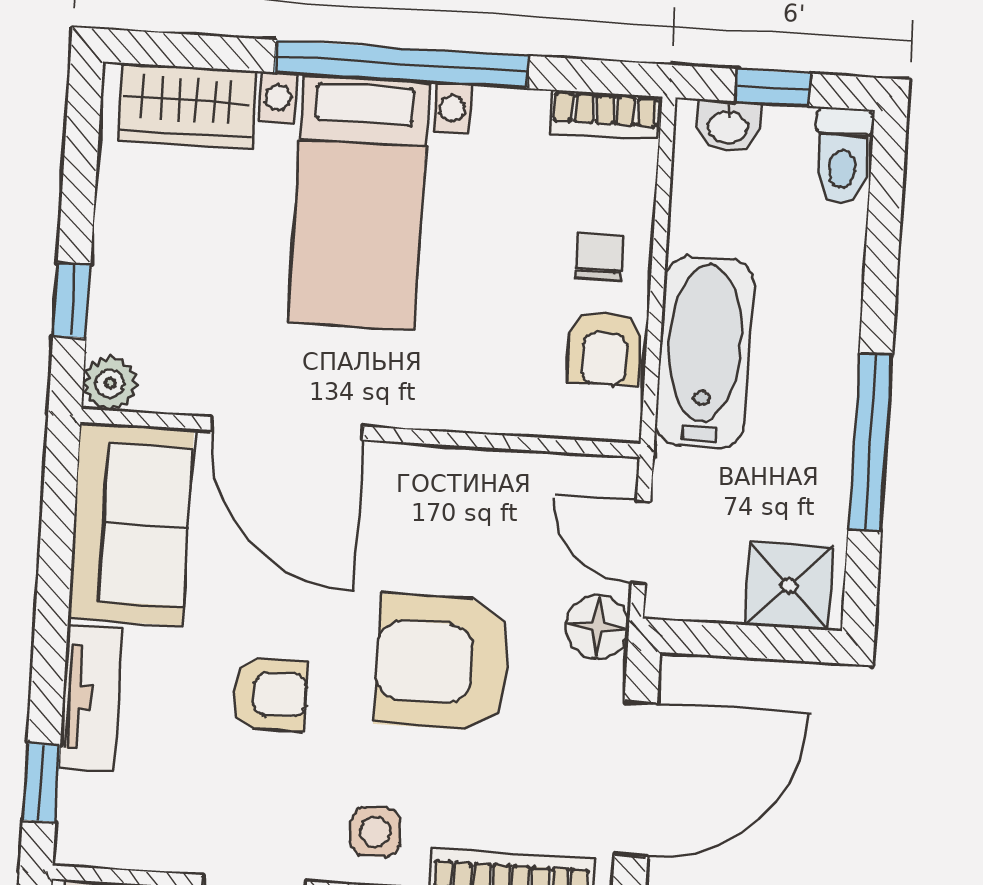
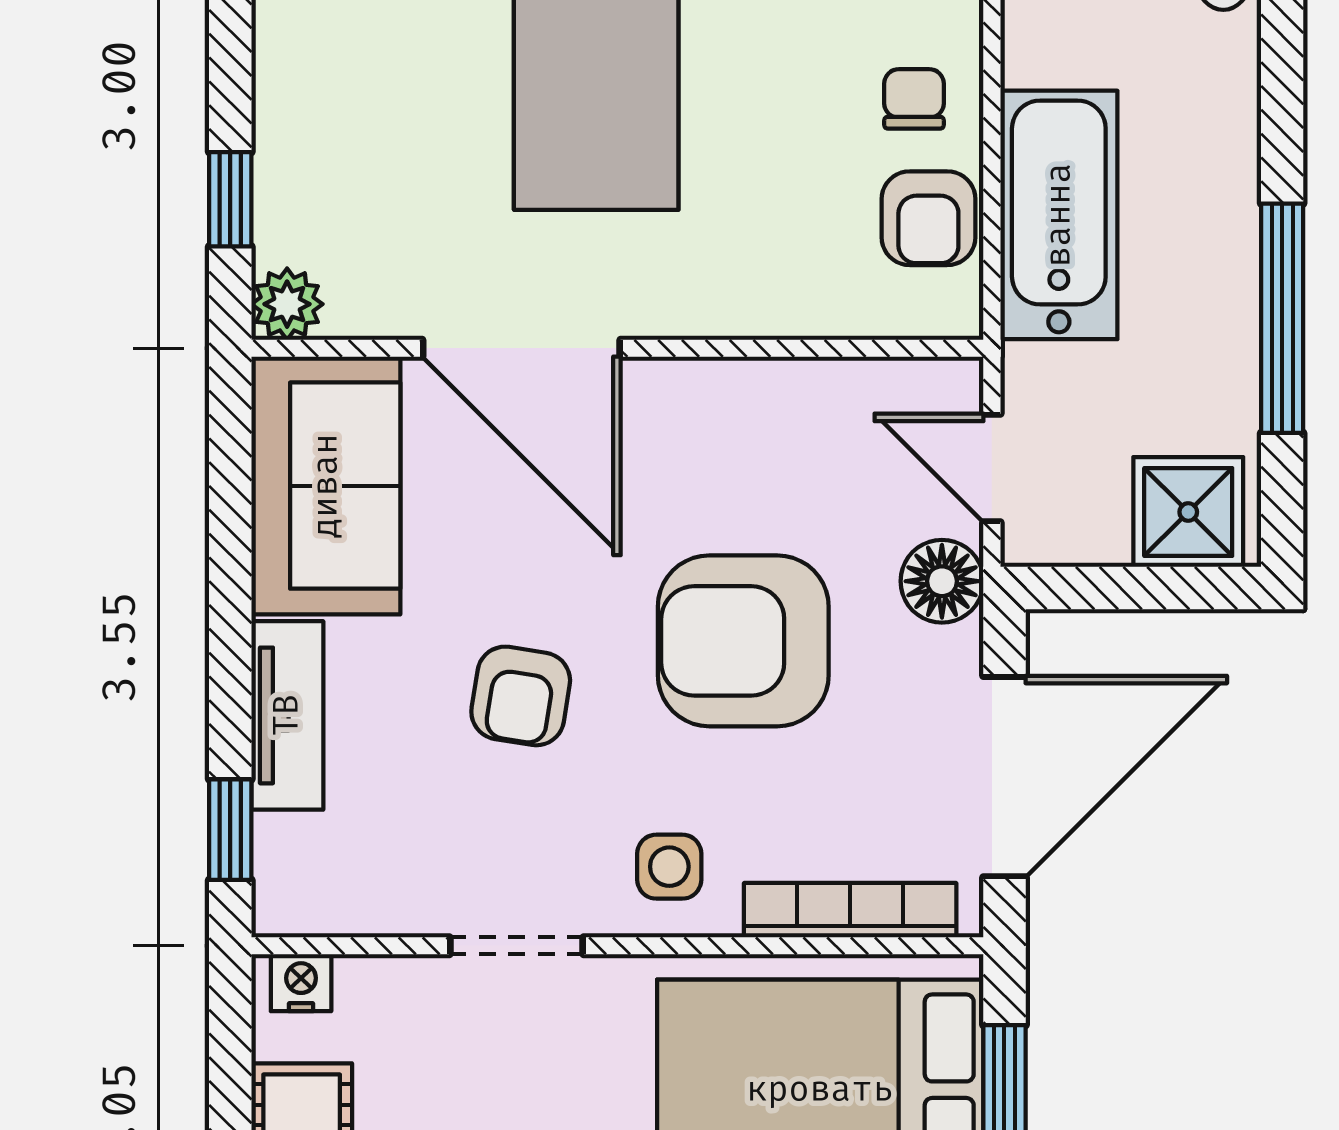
armchair: (270, 694) -> (521, 696), turned 99

